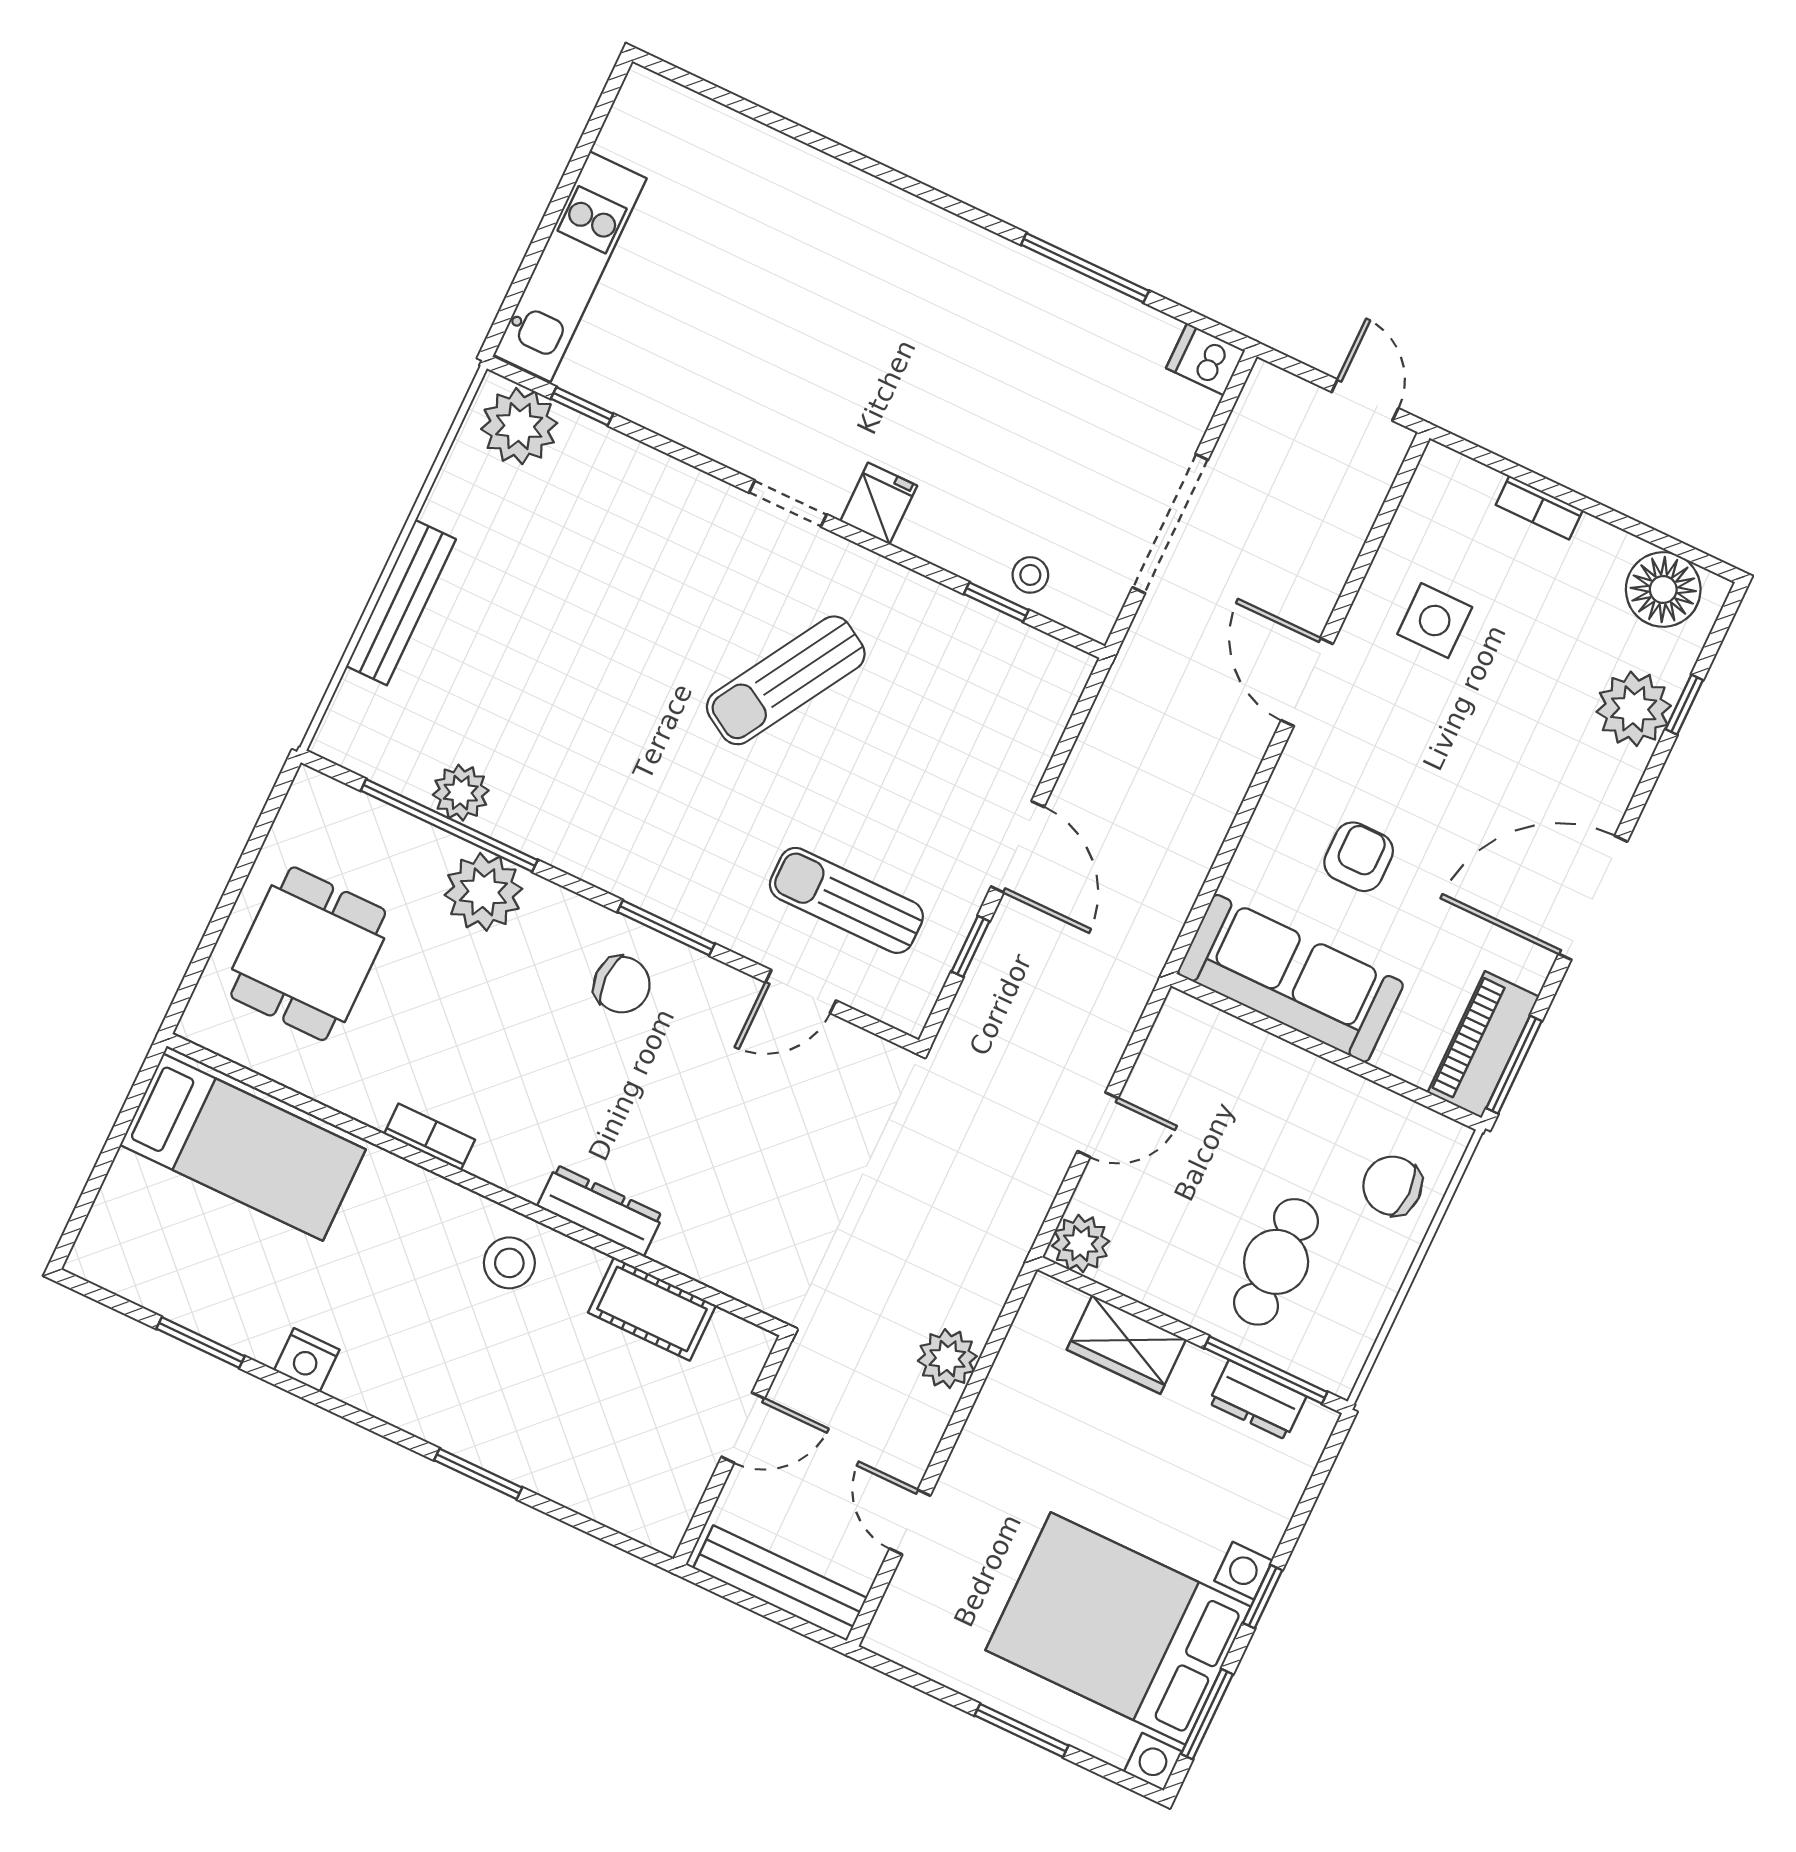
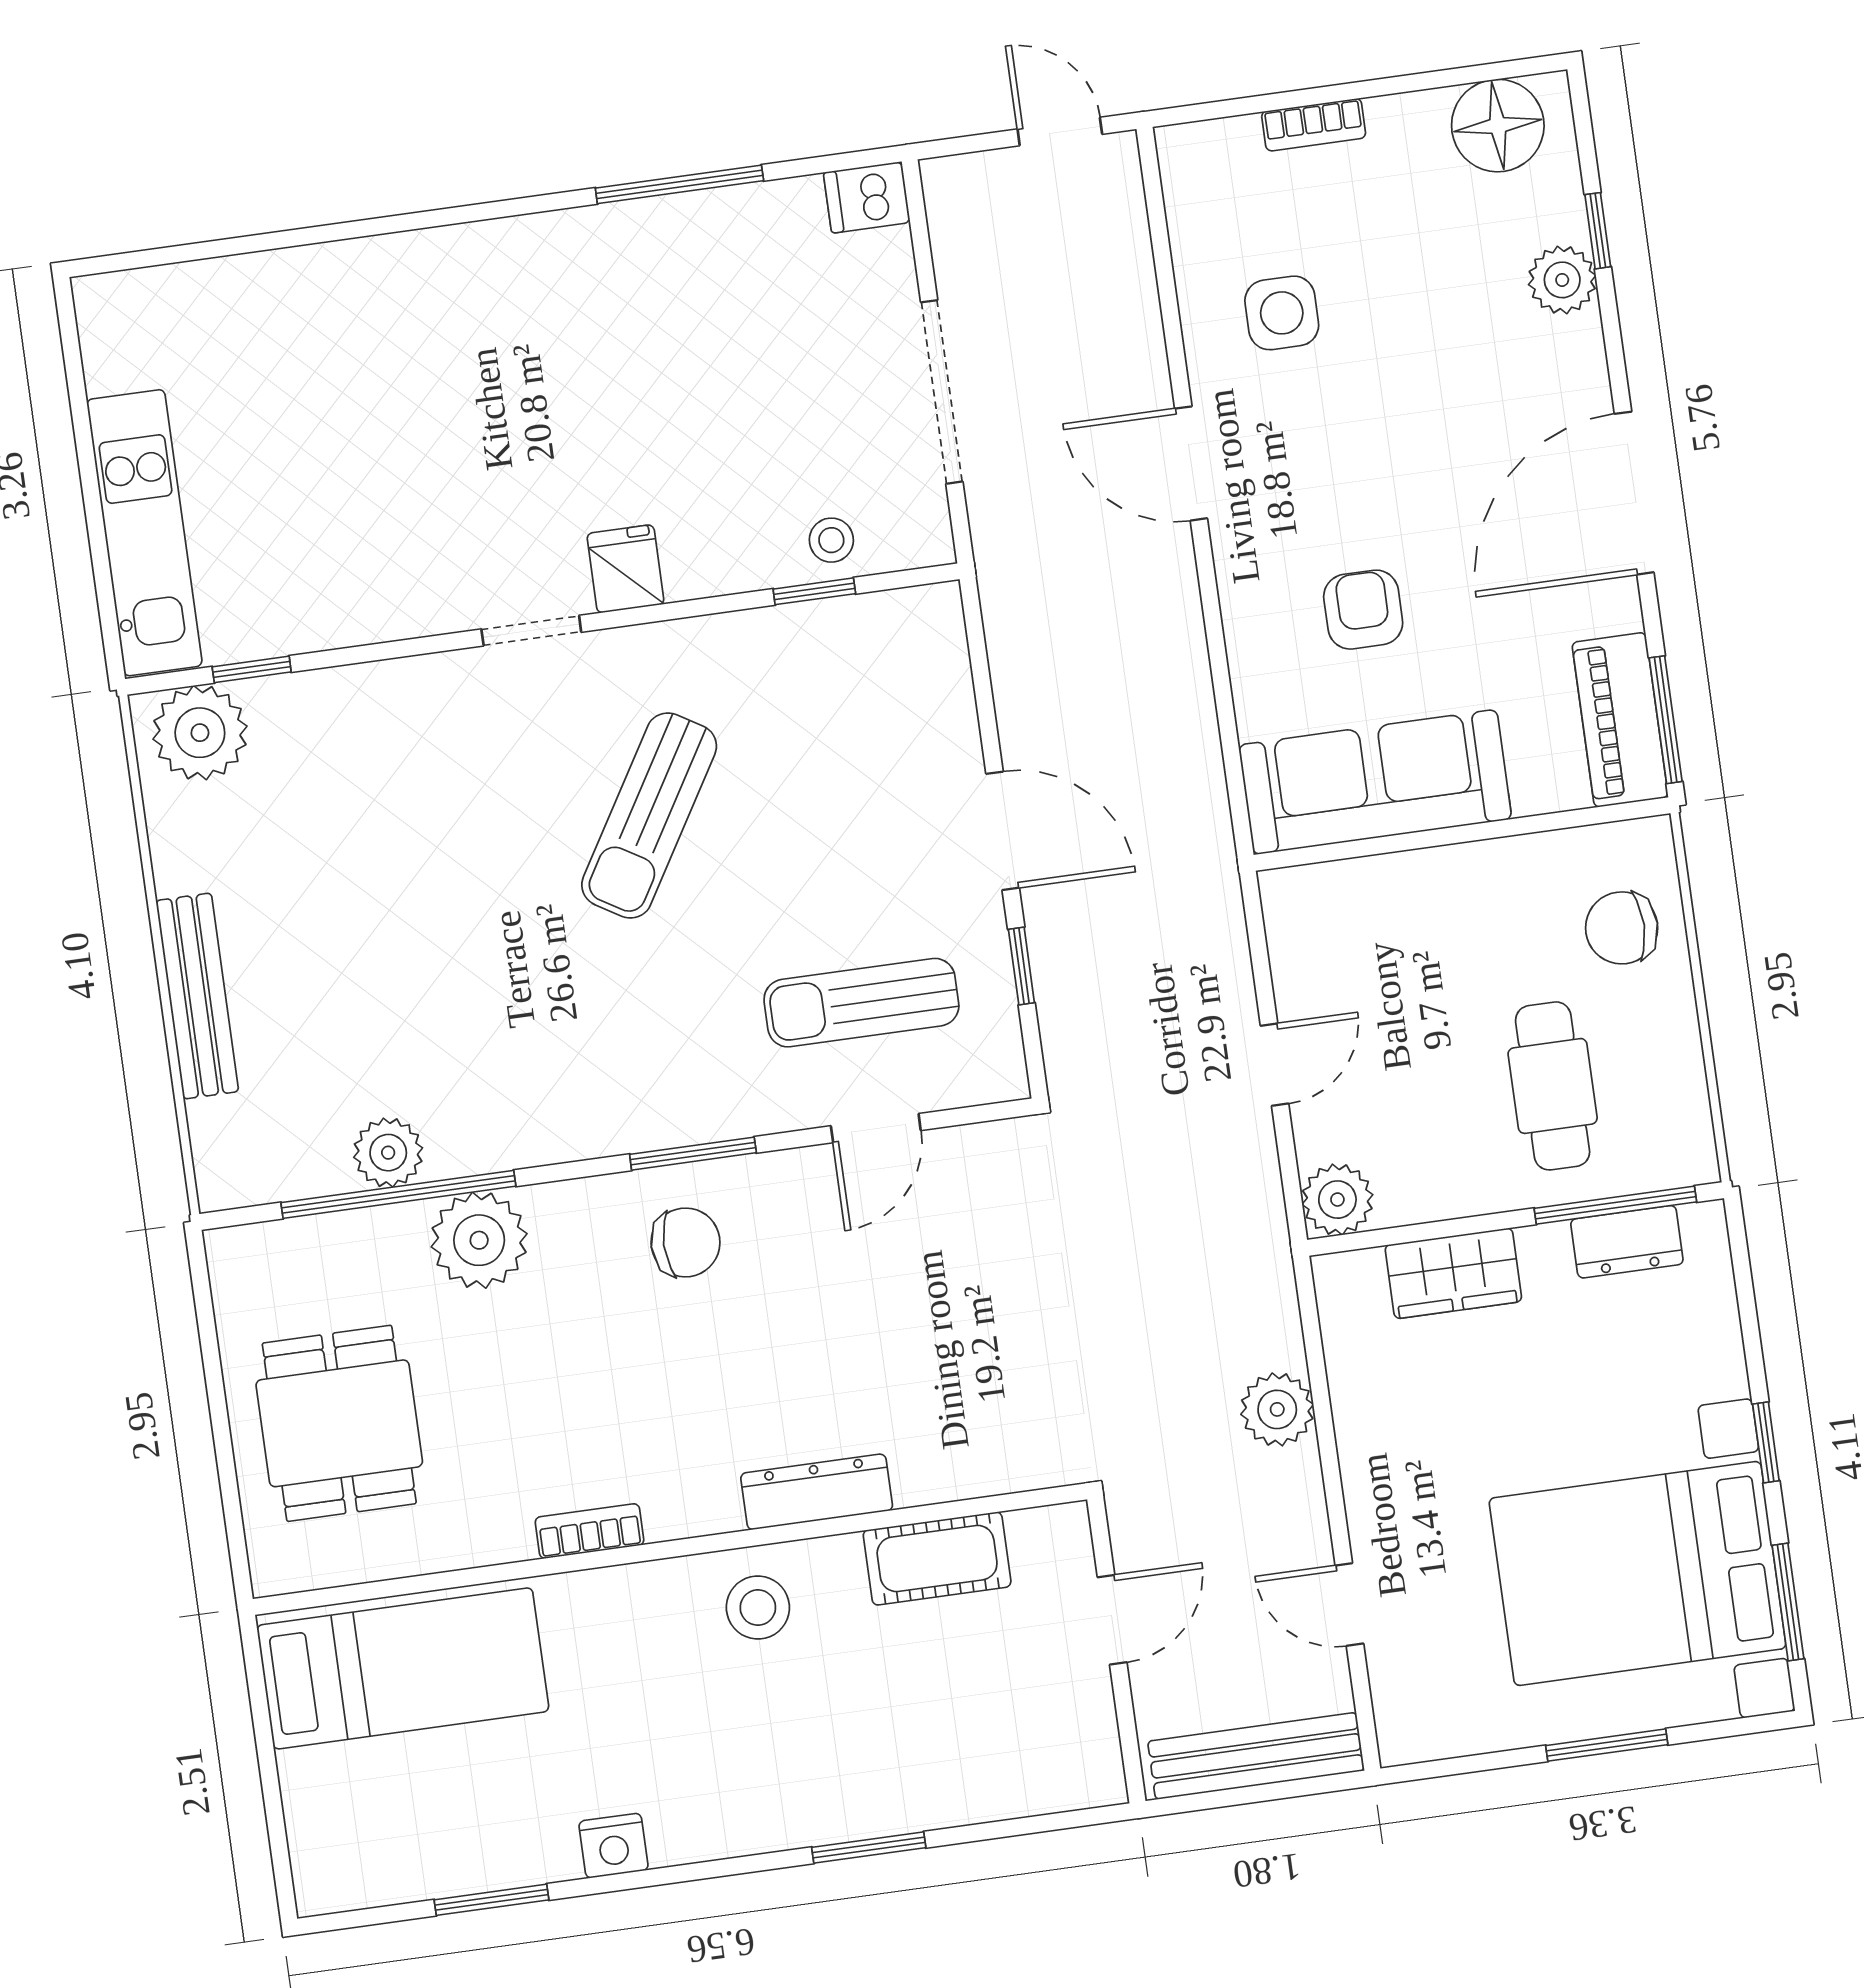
plant: (1634, 709) -> (1562, 280), width x0.73, depth x0.73

